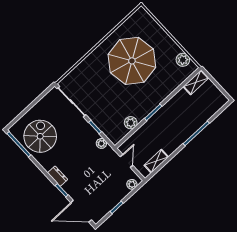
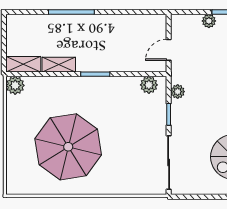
plant: (183, 60) -> (15, 85), moved
plant: (131, 123) -> (149, 85), moved
shelving: (156, 161) -> (59, 65), moved
plant: (132, 184) -> (209, 21), moved

